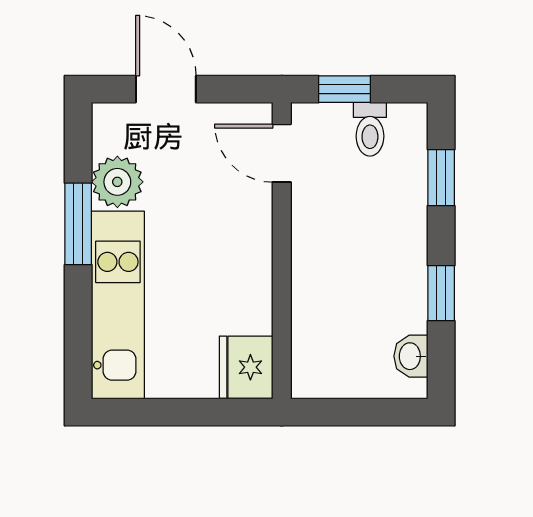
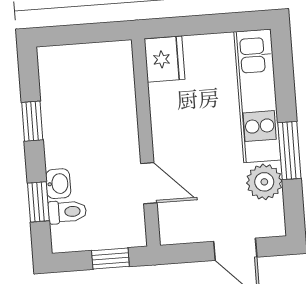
toilet: (370, 129) -> (67, 212), moved, turned 90
door: (282, 153) -> (149, 183), moved
washbasin: (411, 356) -> (58, 184), moved

